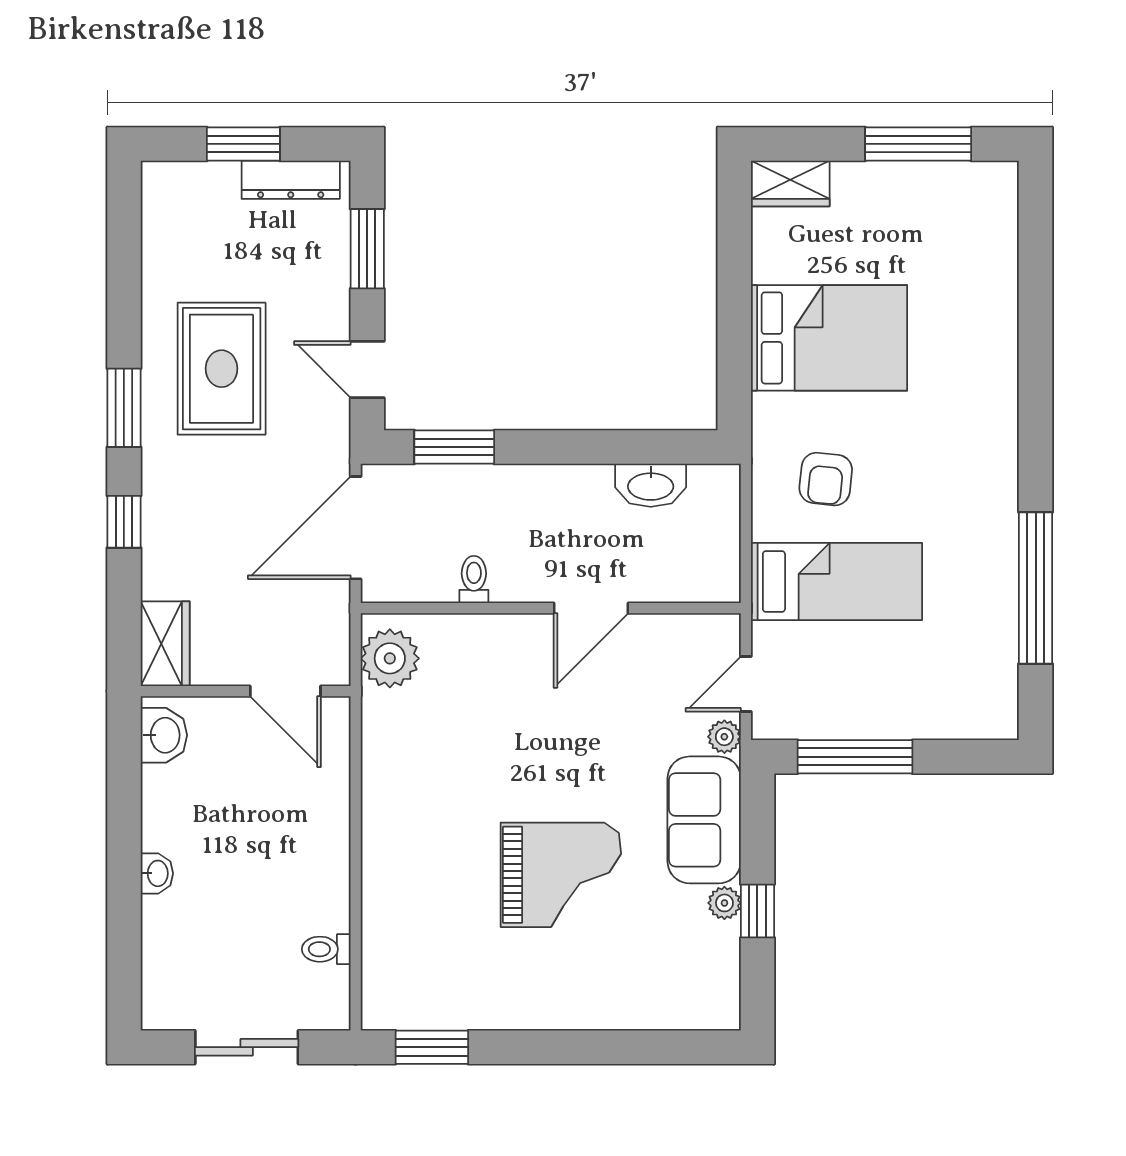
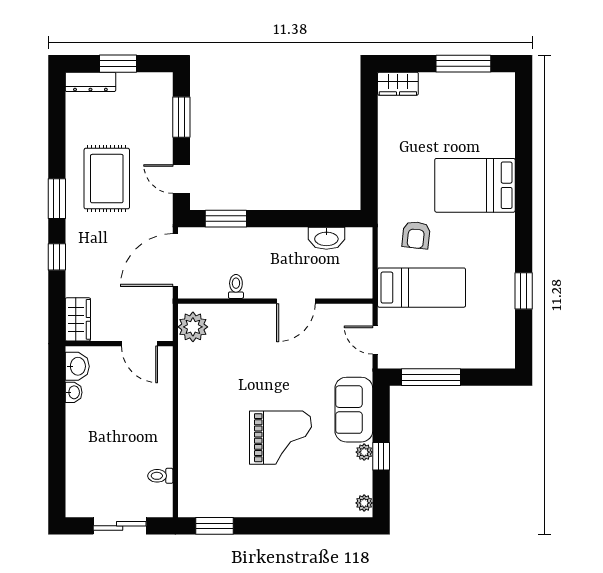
dresser: (291, 180) -> (90, 82), moved
bed: (829, 338) -> (475, 185), moved, turned 180
window: (1036, 588) -> (524, 291), width x0.47
door: (746, 684) -> (375, 340), hinge flipped
plant: (724, 737) -> (364, 503), moved
washbasin: (157, 873) -> (74, 392), moved

